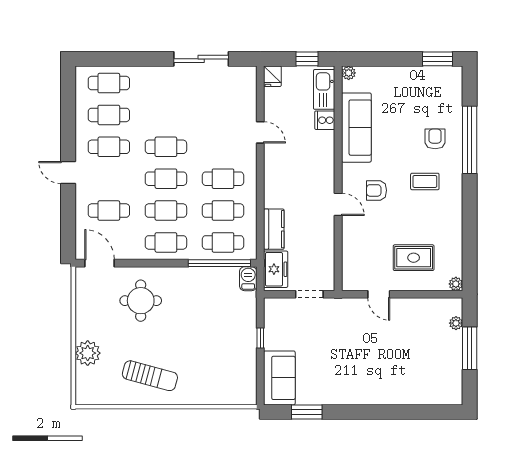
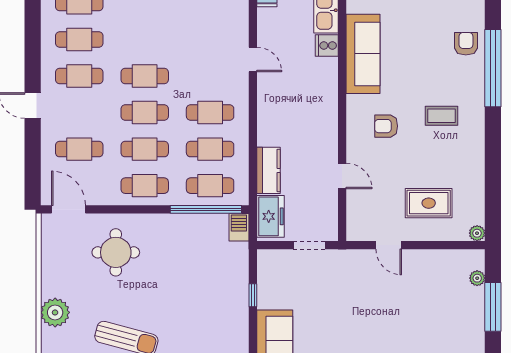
armchair: (435, 139) -> (466, 44), moved
door: (338, 204) -> (342, 176), moved

